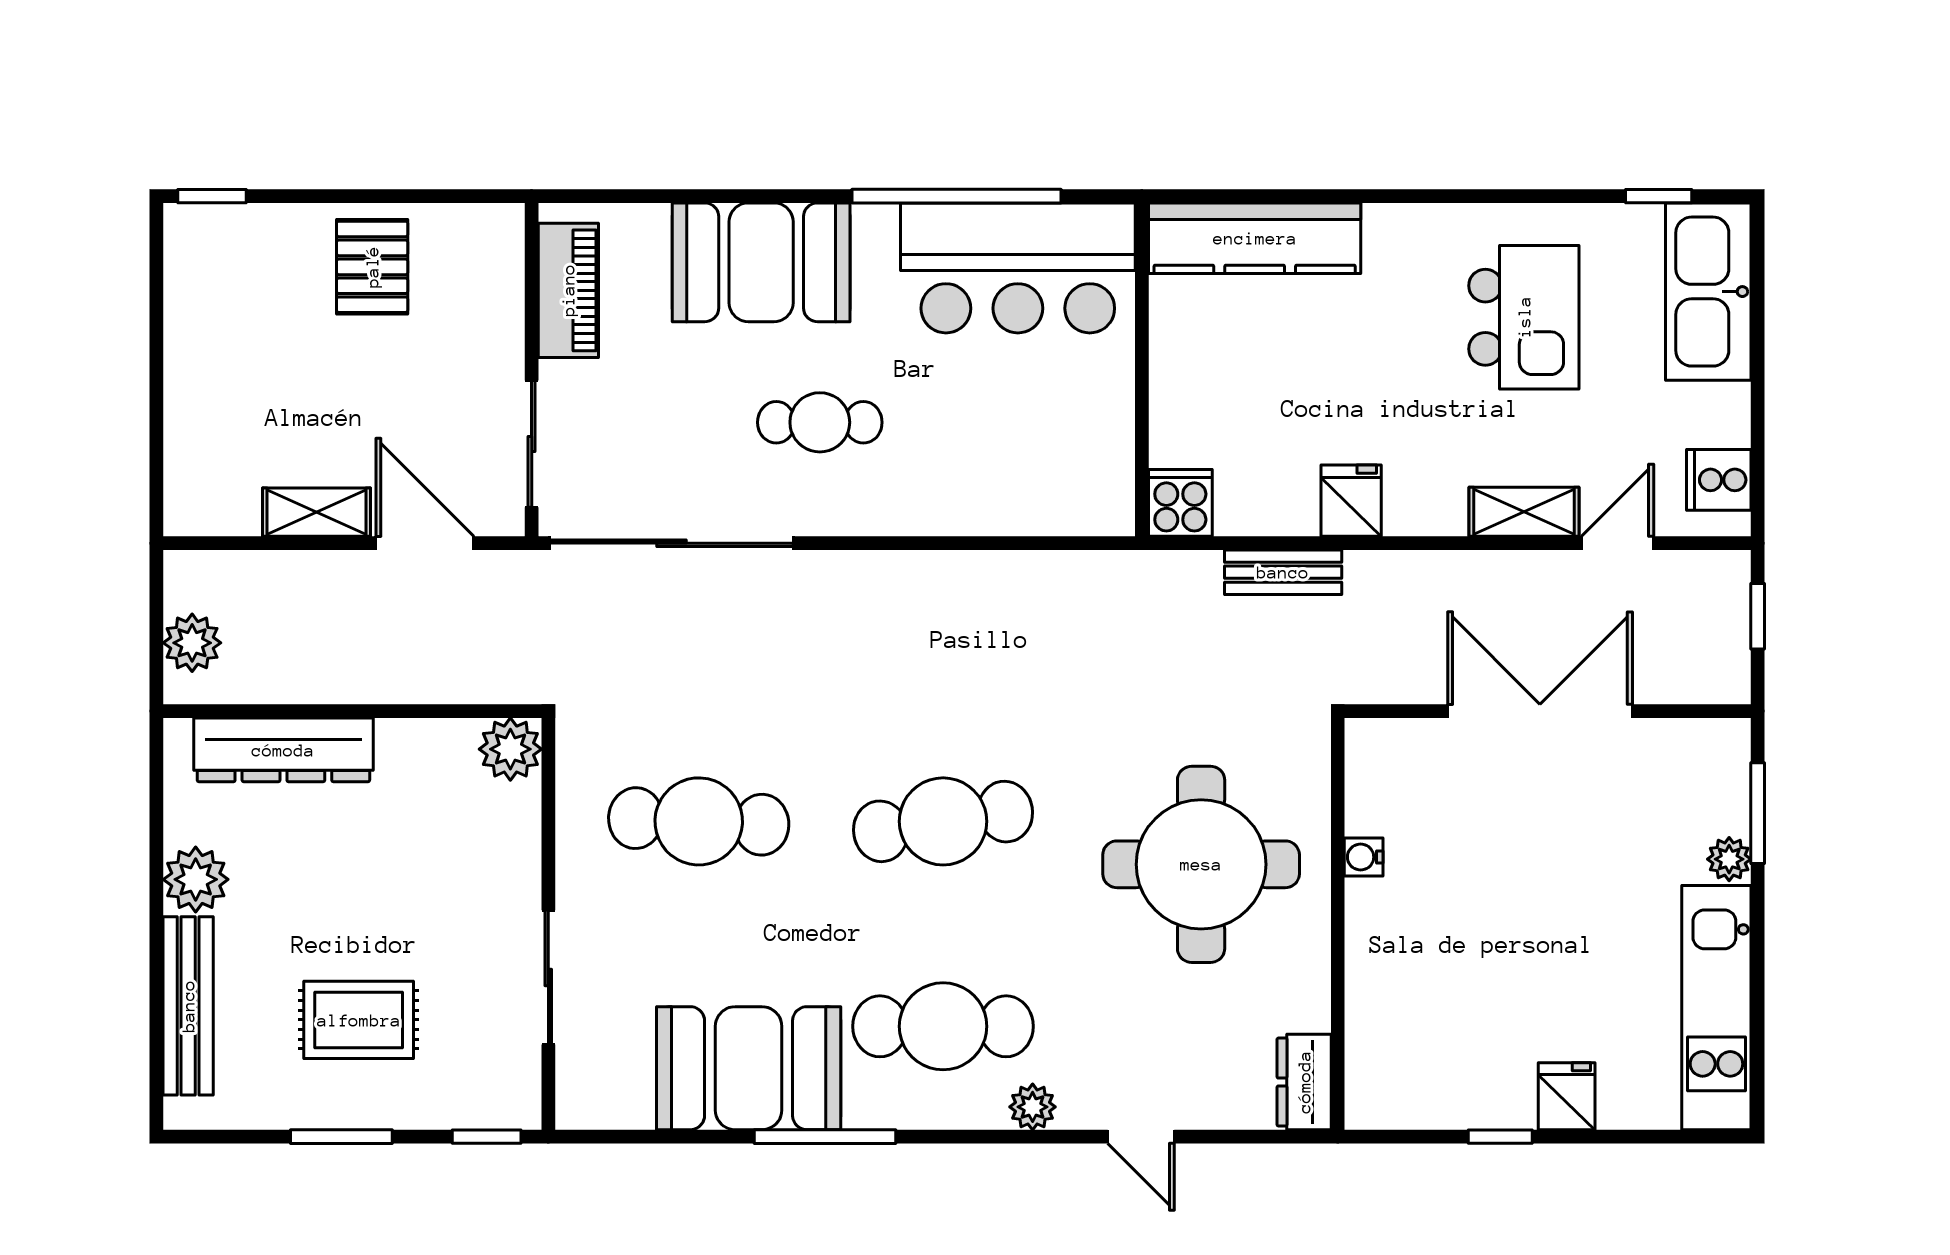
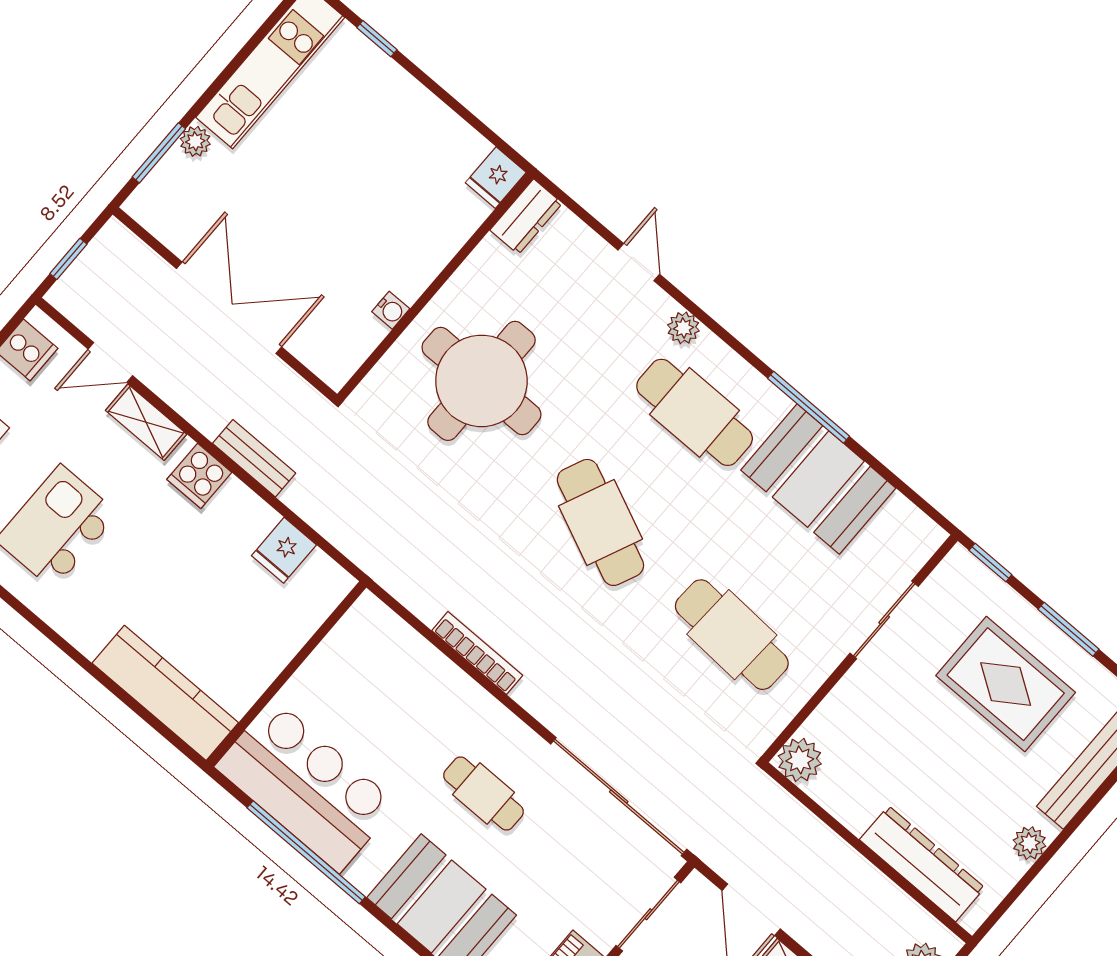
fridge: (1351, 501) -> (284, 550), moved
cooker: (1180, 503) -> (199, 476), moved
bookcase: (956, 568) -> (477, 653), added
bench: (1283, 572) -> (254, 458), moved
double door: (1540, 711) -> (229, 308), swing flipped
cafe table: (943, 821) -> (600, 522), turned 33
plant: (196, 879) -> (1029, 843), width x0.73, depth x0.73
rug: (359, 1020) -> (1006, 684), width x1.36, depth x1.43
fridge: (1567, 1096) -> (496, 178), moved
window: (1500, 1137) -> (377, 39), moved

